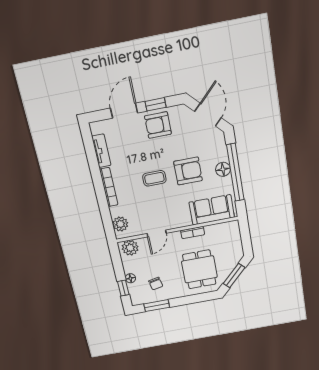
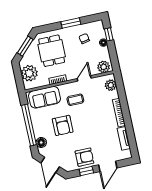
floor lamp: (223, 169) -> (41, 142), moved
armchair: (188, 171) -> (63, 125), turned -90
coffee table: (154, 178) -> (75, 100), moved
plant: (231, 242) -> (29, 73), added
window: (157, 306) -> (71, 23), moved

